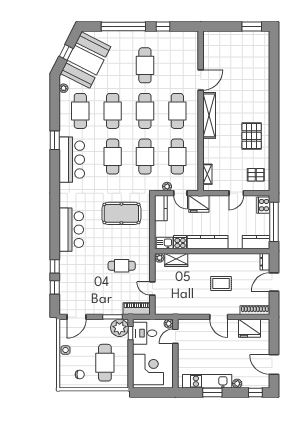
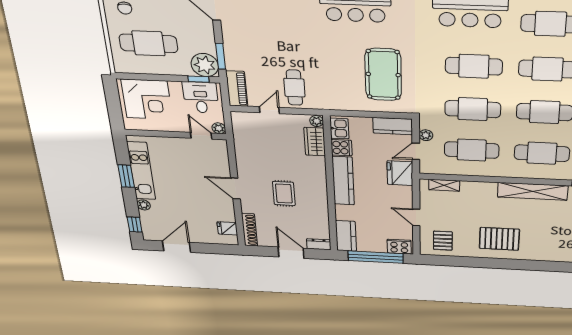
cafe table: (122, 266) -> (294, 88), moved
door: (219, 317) -> (235, 189), hinge flipped
fridge: (250, 328) -> (227, 228), width x0.53, depth x0.75

